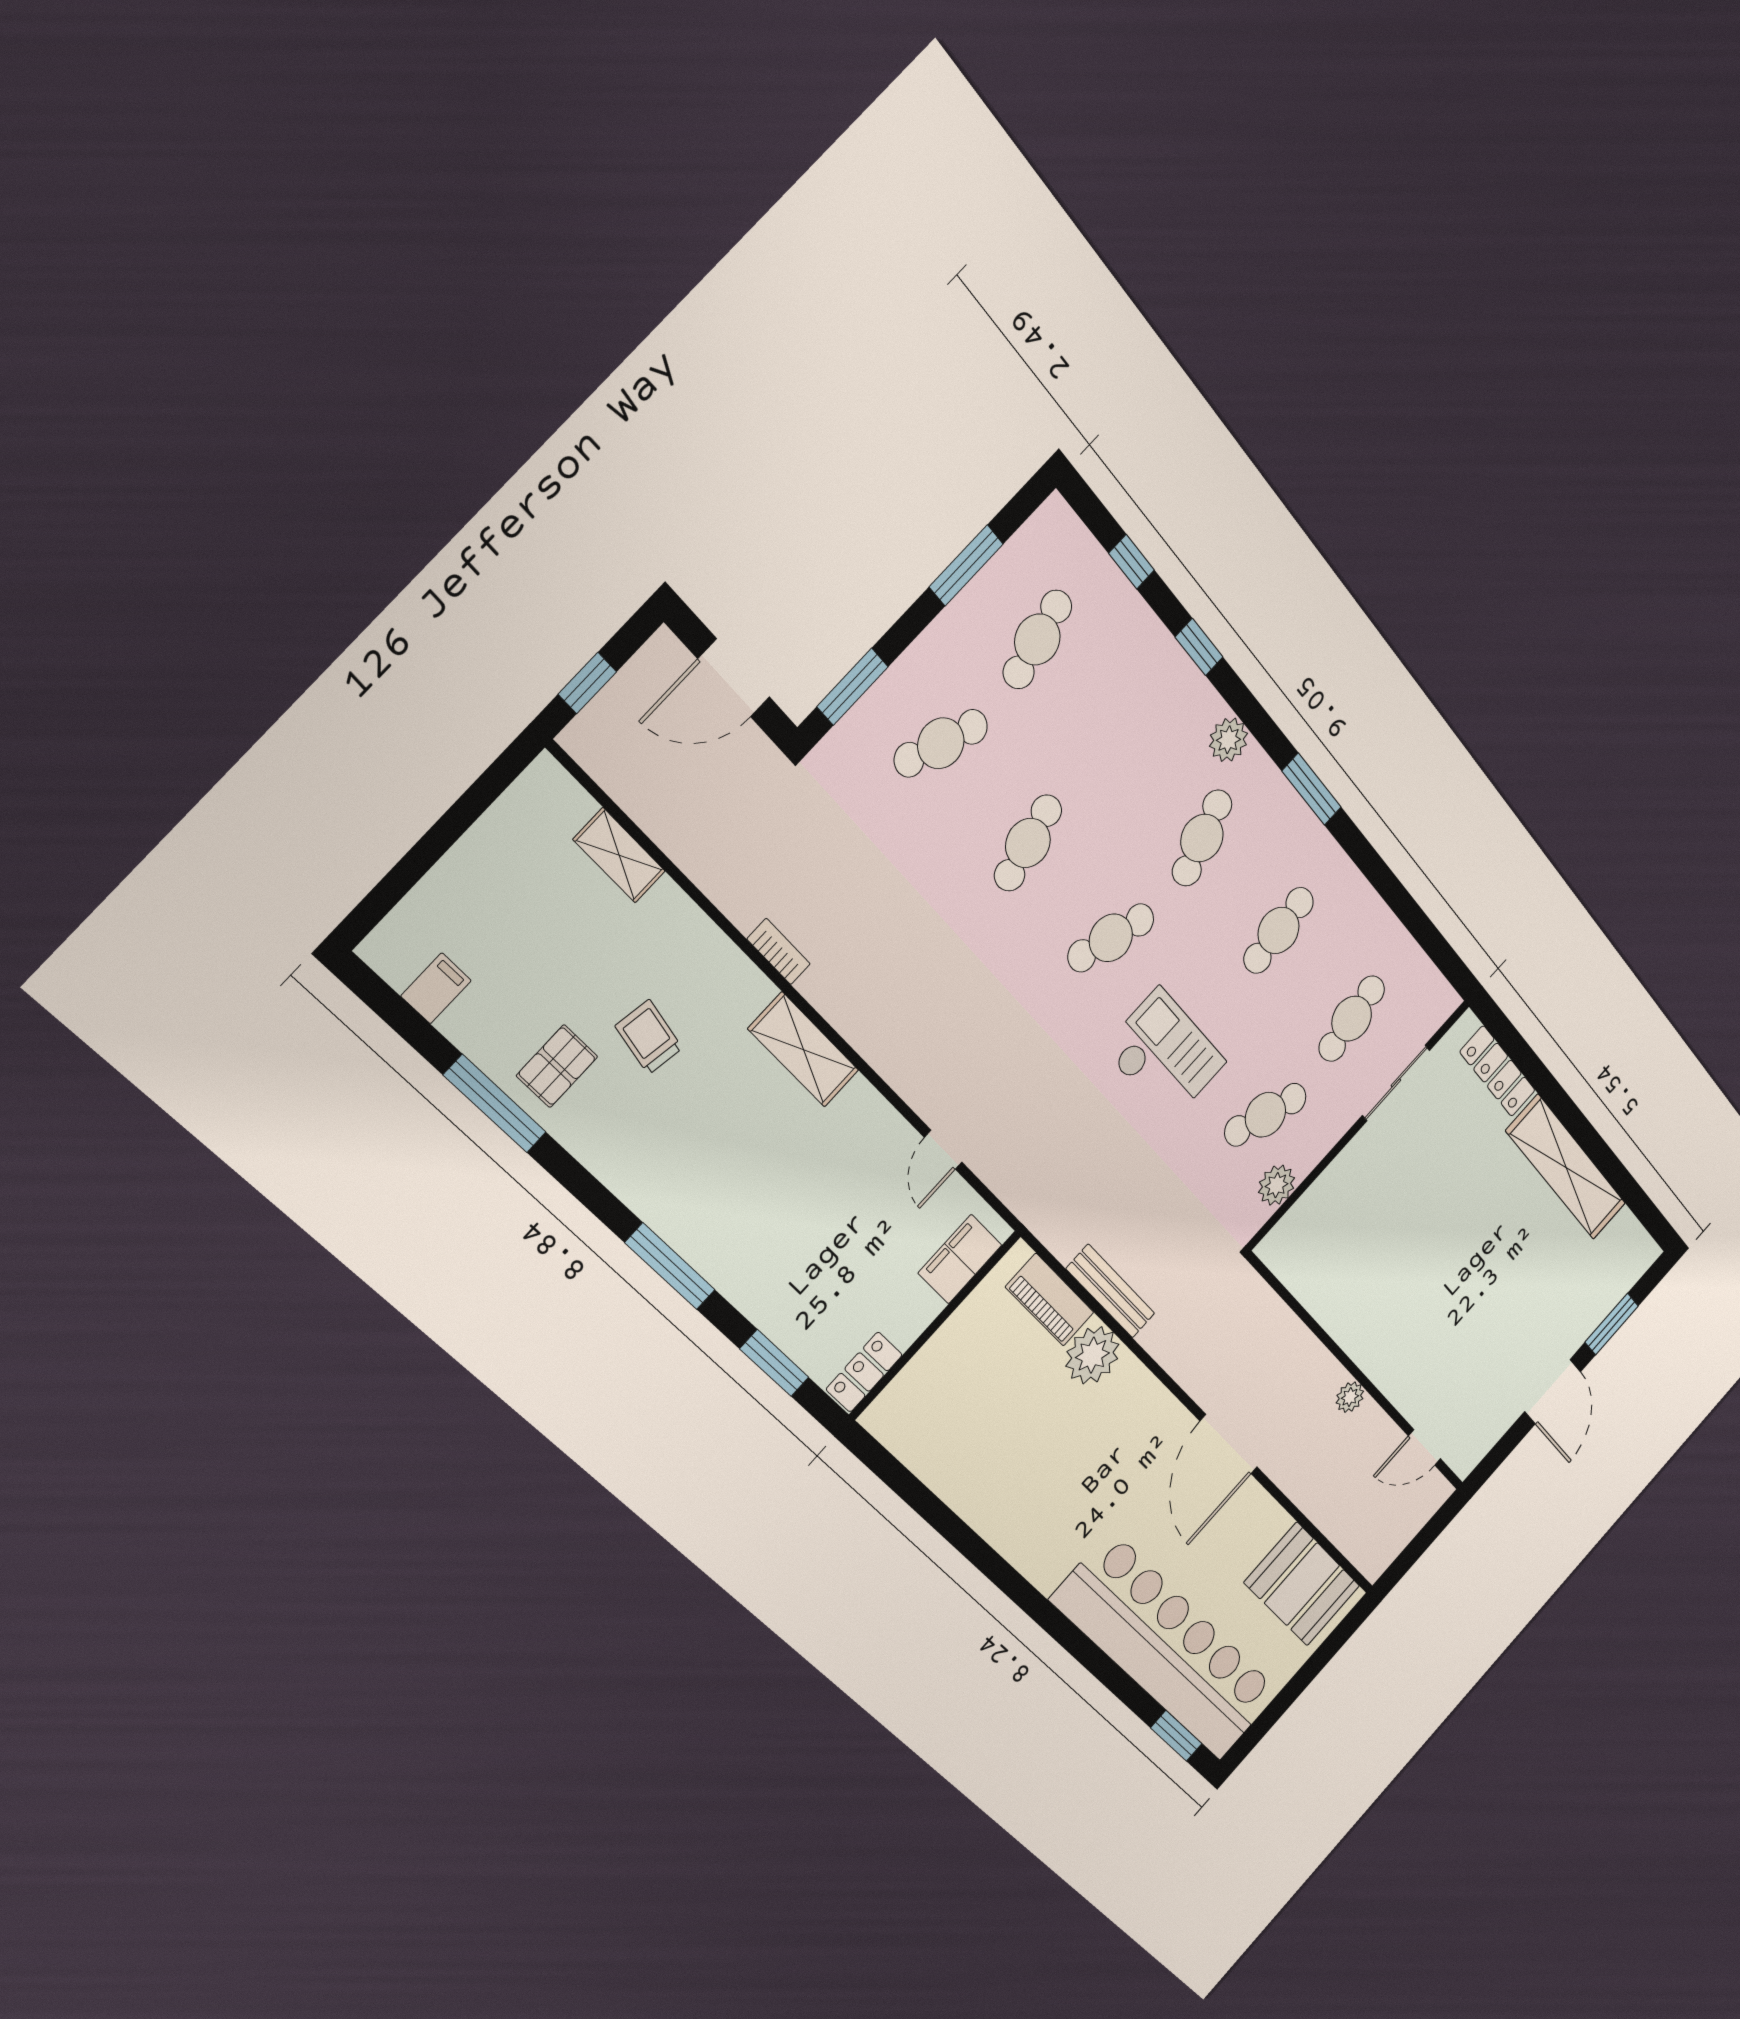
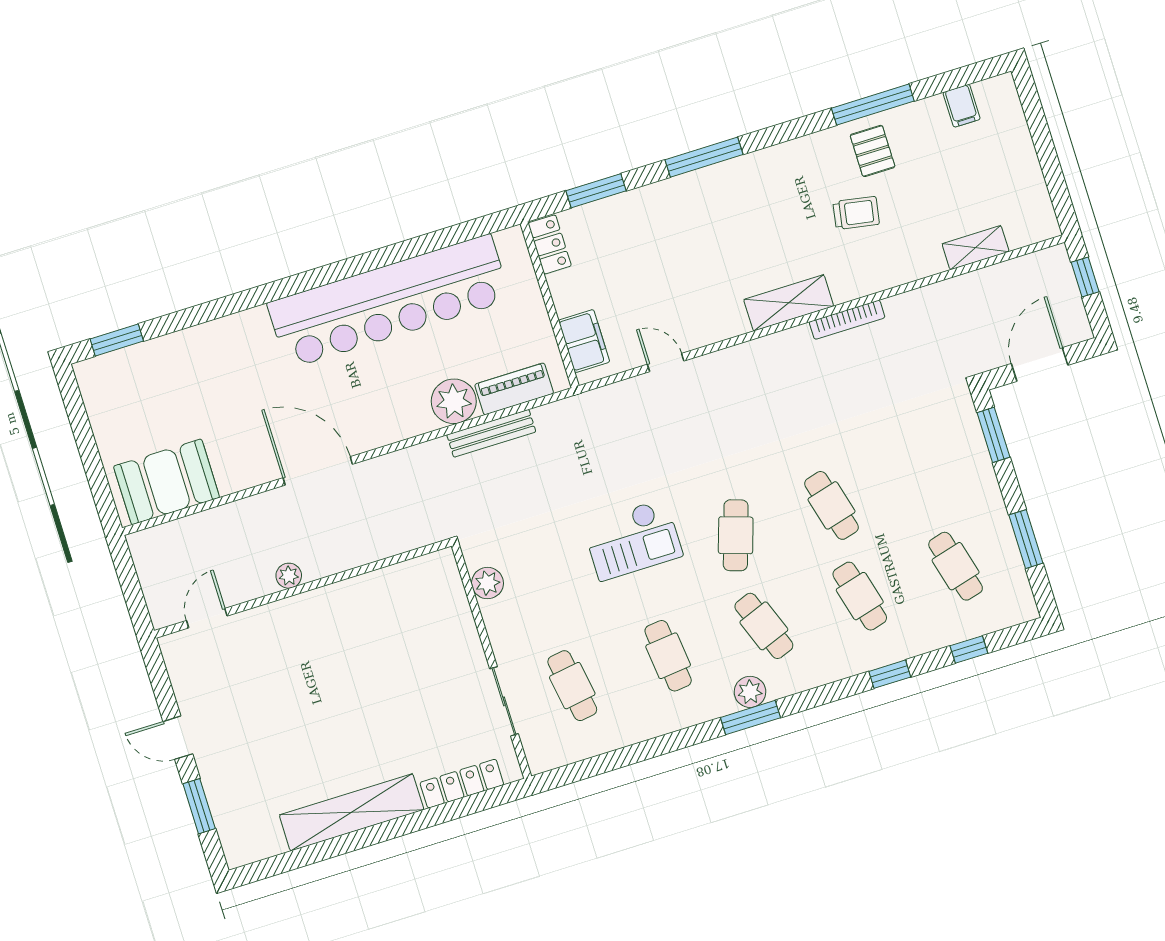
plant: (1228, 740) -> (750, 692), moved
cafe table: (941, 743) -> (860, 596), moved, turned -36
bookcase: (779, 951) -> (847, 320), width x1.56
cafe table: (1265, 1115) -> (544, 595), removed
door: (1553, 1392) -> (178, 738), width x0.73
bar counter: (1167, 1647) -> (389, 301), moved

